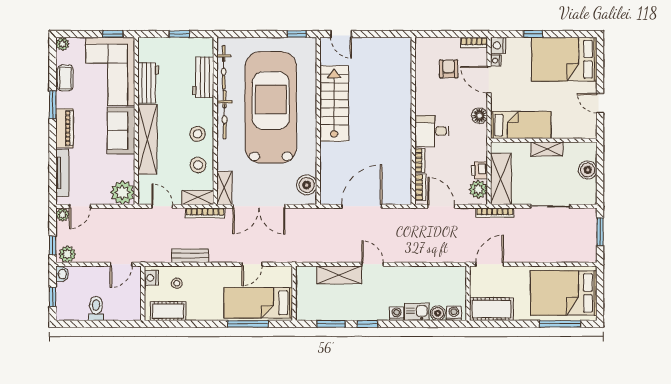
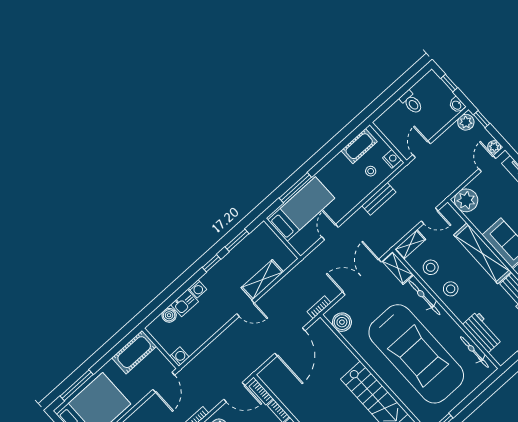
bicycle: (224, 115) -> (424, 298), moved
bookcase: (205, 213) -> (319, 307), moved, width x0.64
washing machine: (454, 313) -> (179, 357), moved, turned -90

